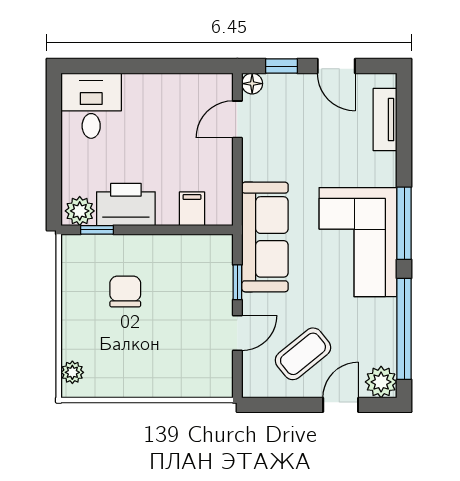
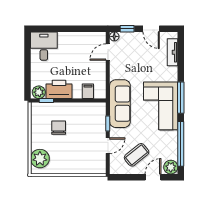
plant: (72, 372) -> (40, 159), width x1.88, depth x1.88

